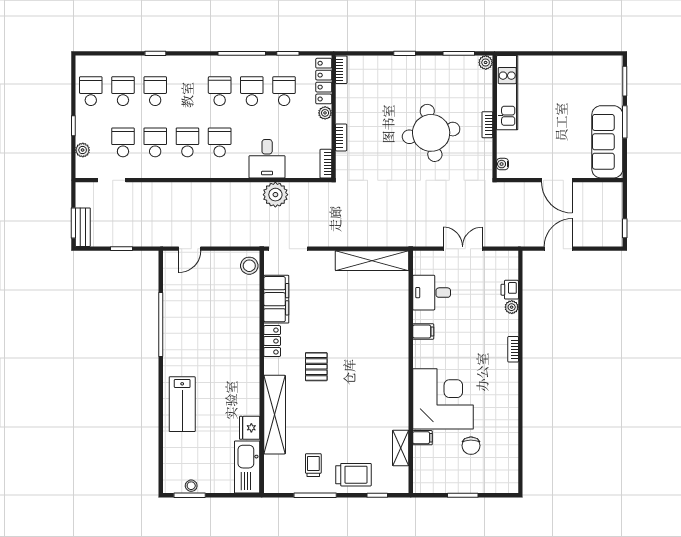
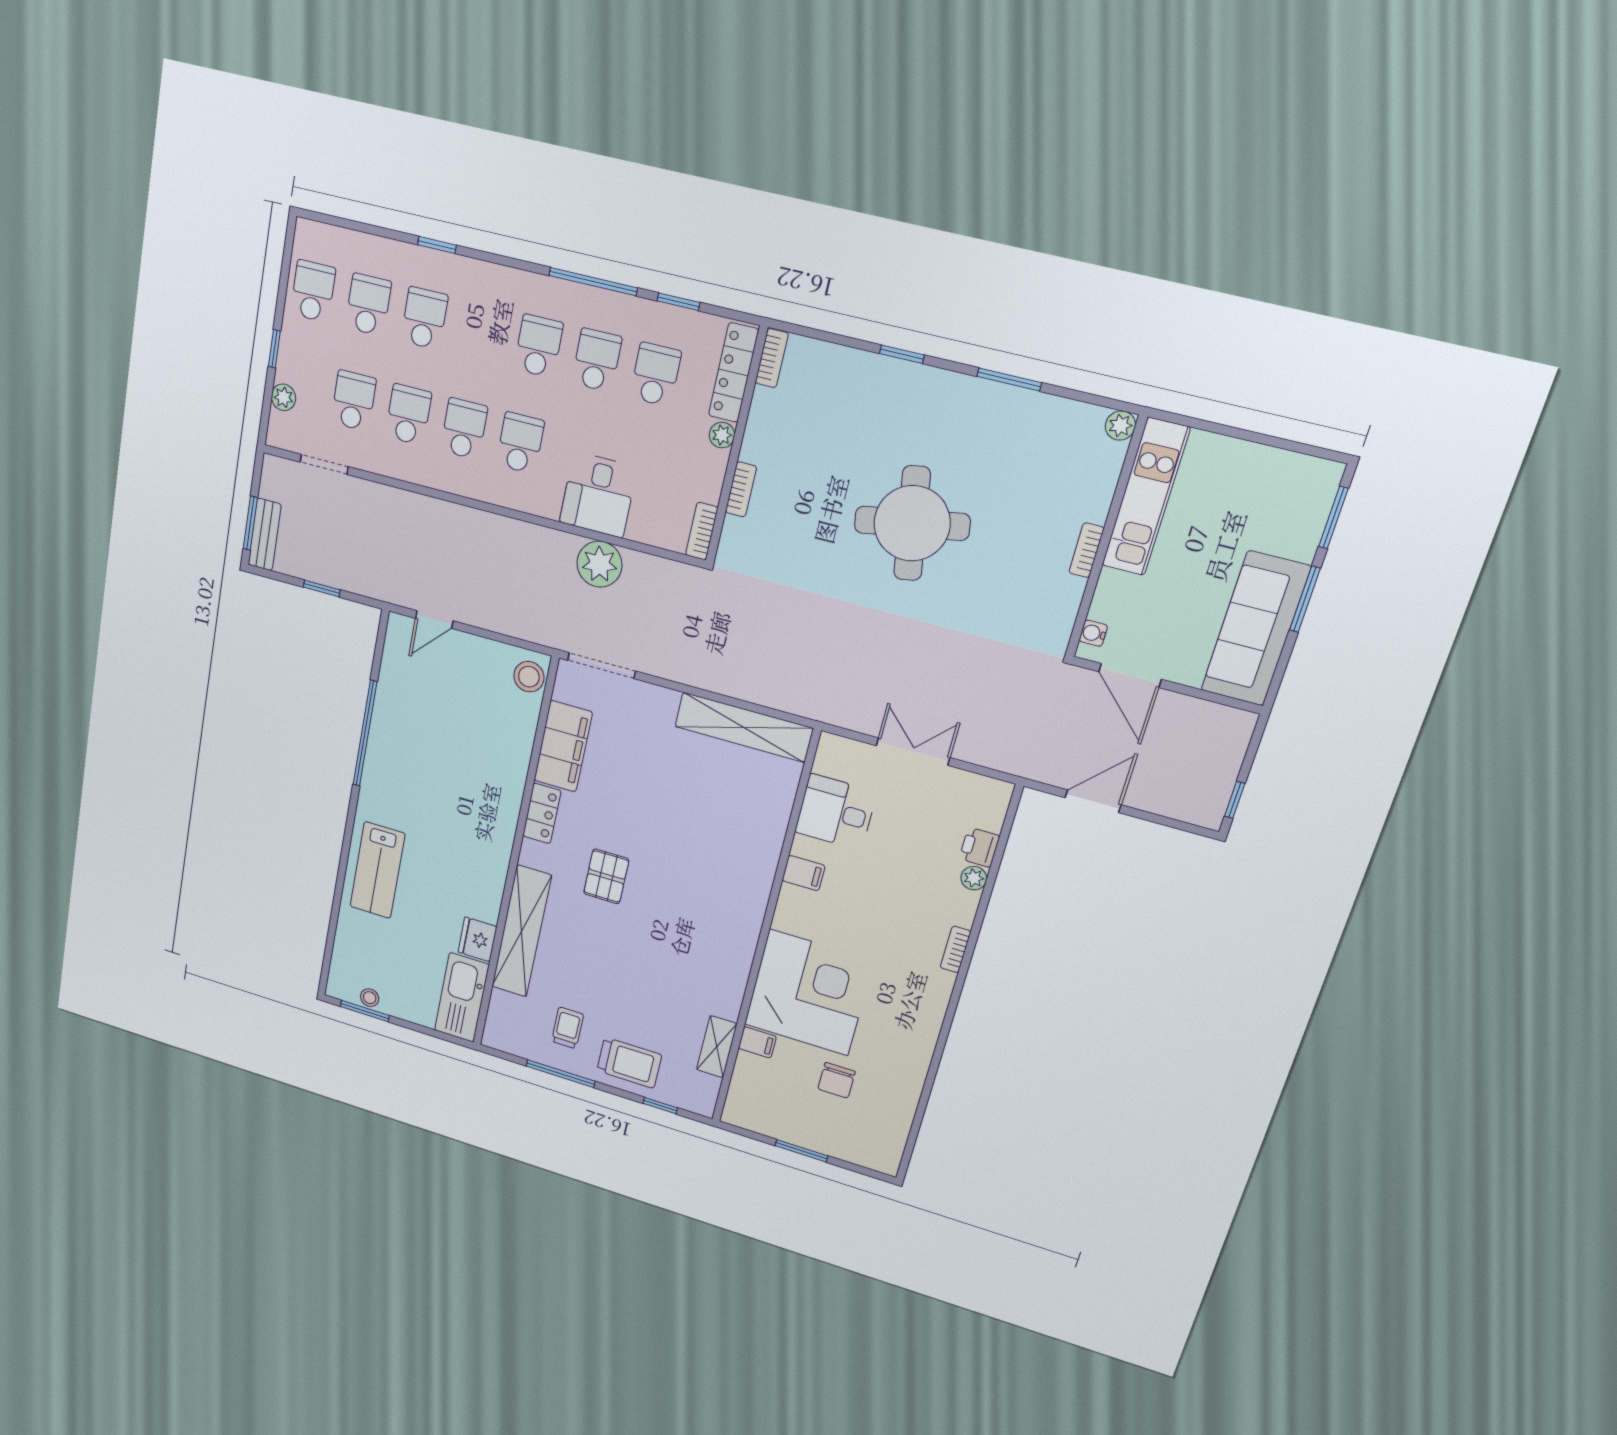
plant: (486, 62) -> (1120, 426), moved
kitchen unit: (507, 93) -> (1146, 497), moved
wall: (495, 117) -> (1106, 538), moved
bookcase: (487, 125) -> (1086, 550), moved
water cooler: (502, 164) -> (1093, 633), moved

